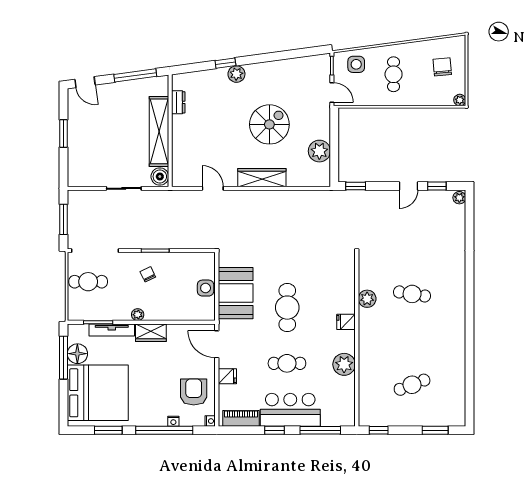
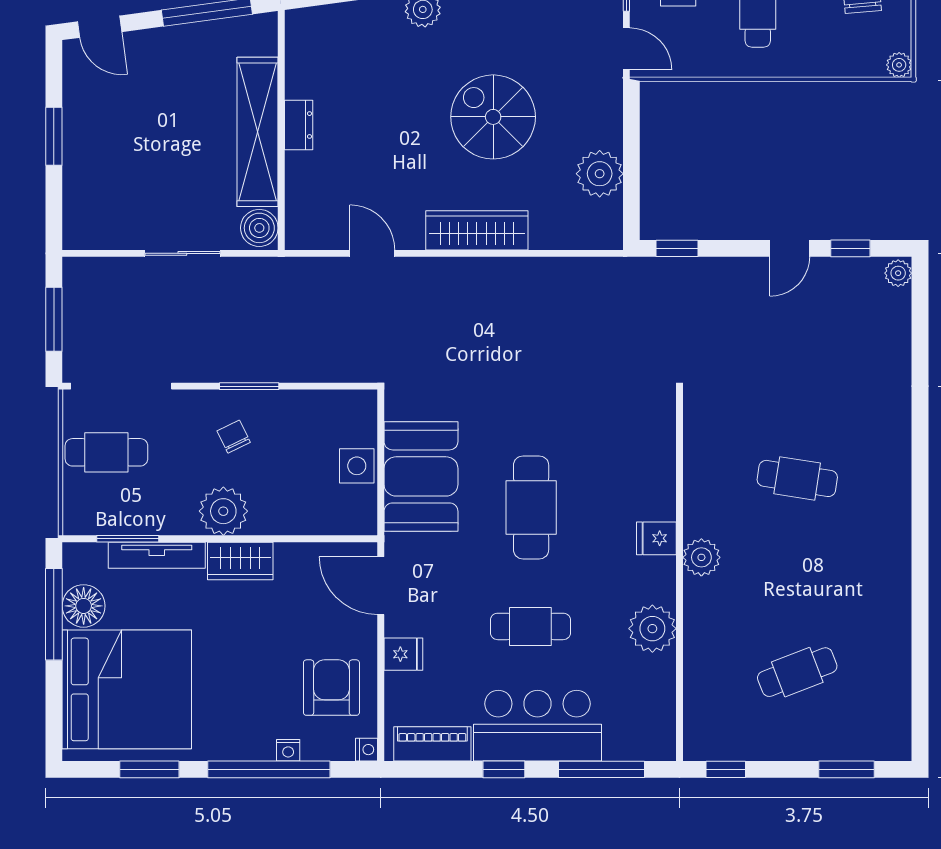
dresser: (178, 102) -> (299, 125), moved
spiral stairs: (269, 124) -> (493, 117), turned -90
plant: (367, 299) -> (701, 557), moved
plant: (138, 315) -> (223, 511), width x1.88, depth x1.88

